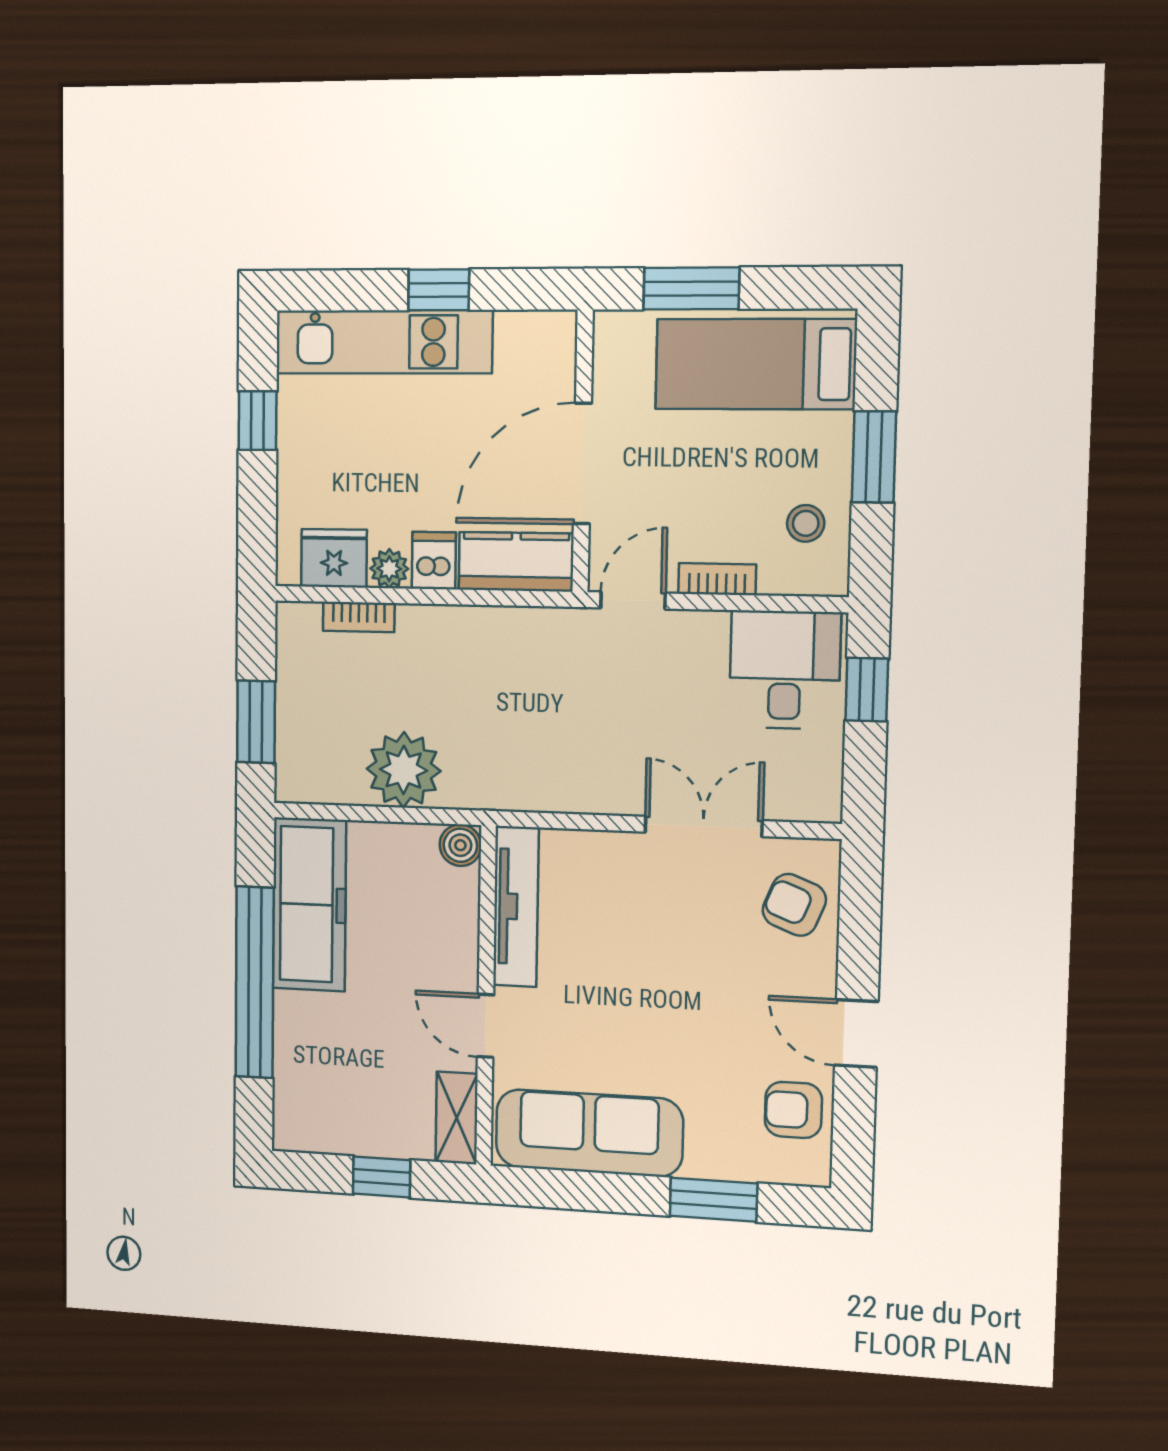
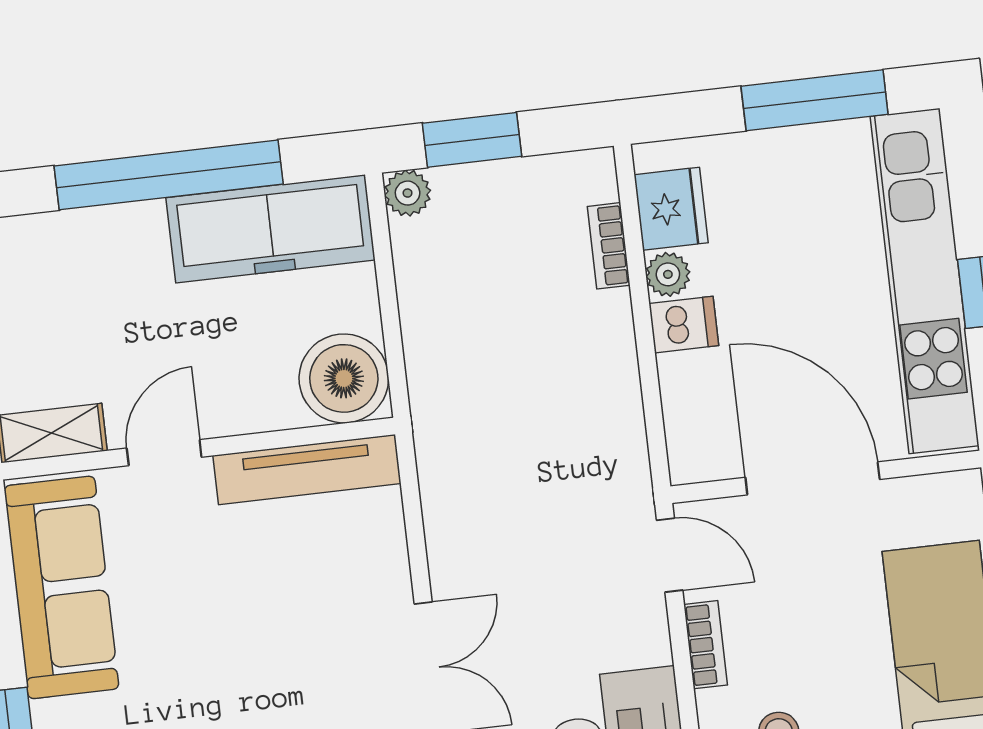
kitchen unit: (384, 342) -> (925, 281), width x1.36
window: (258, 421) -> (815, 100), width x2.17
kitchen counter: (516, 562) -> (695, 418), removed
plant: (404, 770) -> (408, 193), moved, width x0.53, depth x0.53
boiler: (460, 845) -> (344, 378), width x1.86, depth x1.86

